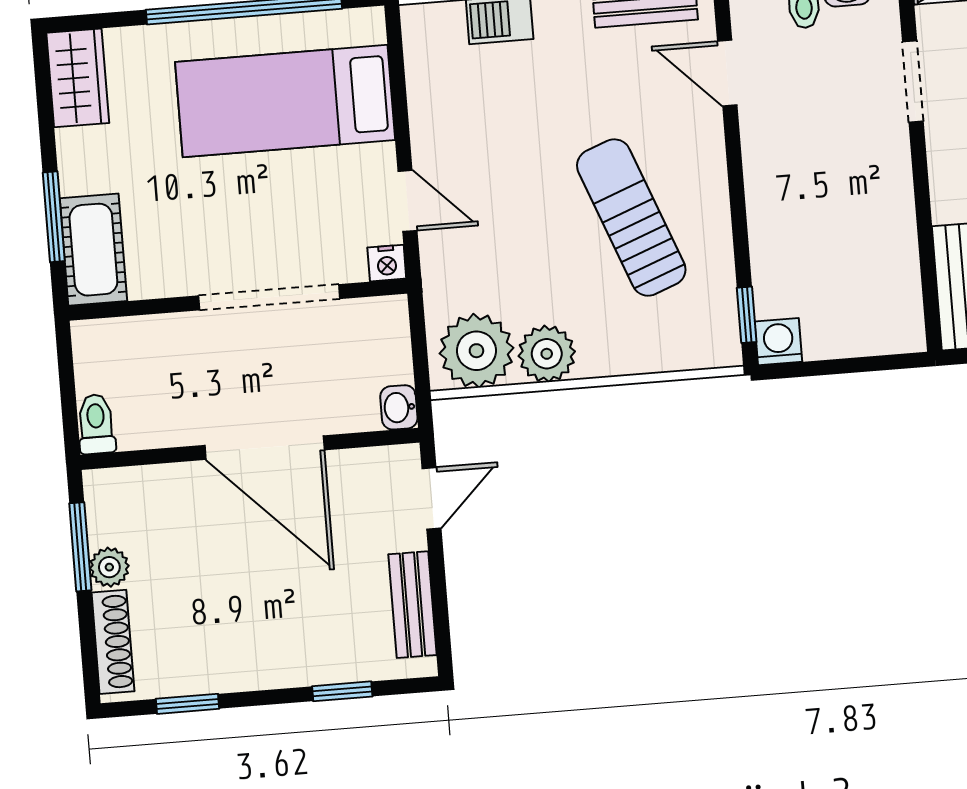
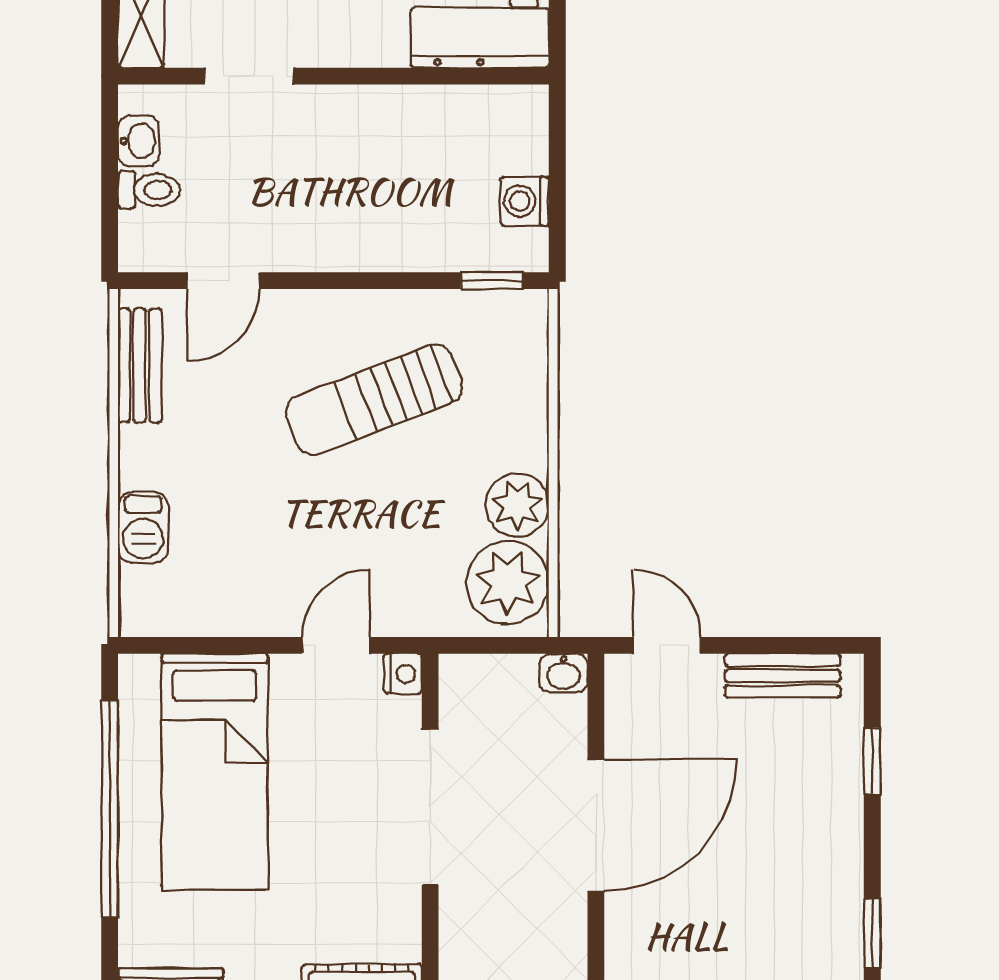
washing machine: (778, 342) -> (525, 201), moved

